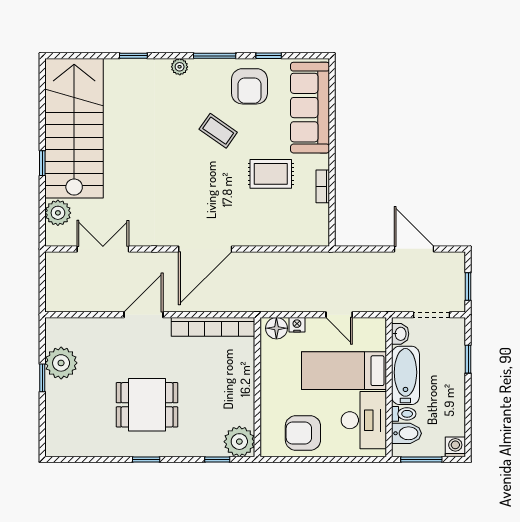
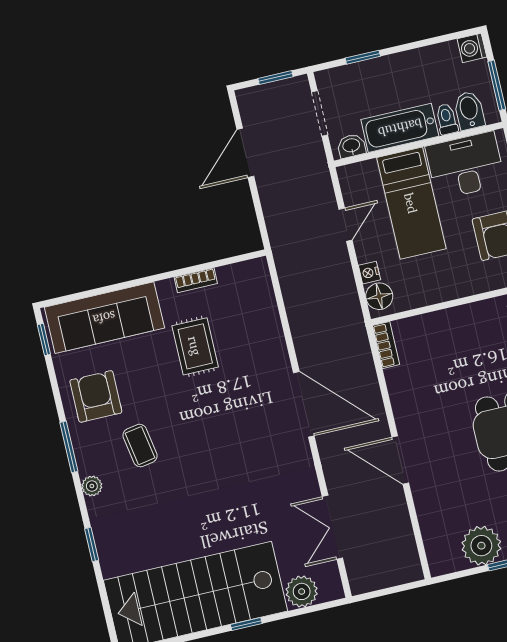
window: (269, 56) -> (44, 340), moved
armchair: (249, 86) -> (96, 396), turned -90
coffee table: (218, 131) -> (140, 446), moved, turned -45
bookcase: (213, 327) -> (386, 345), width x0.43, depth x0.76

